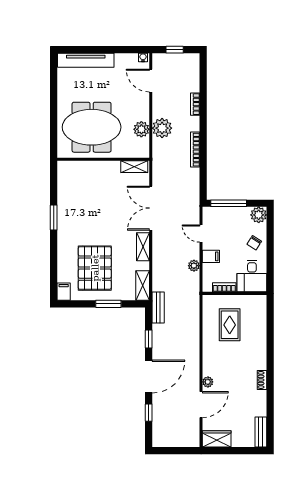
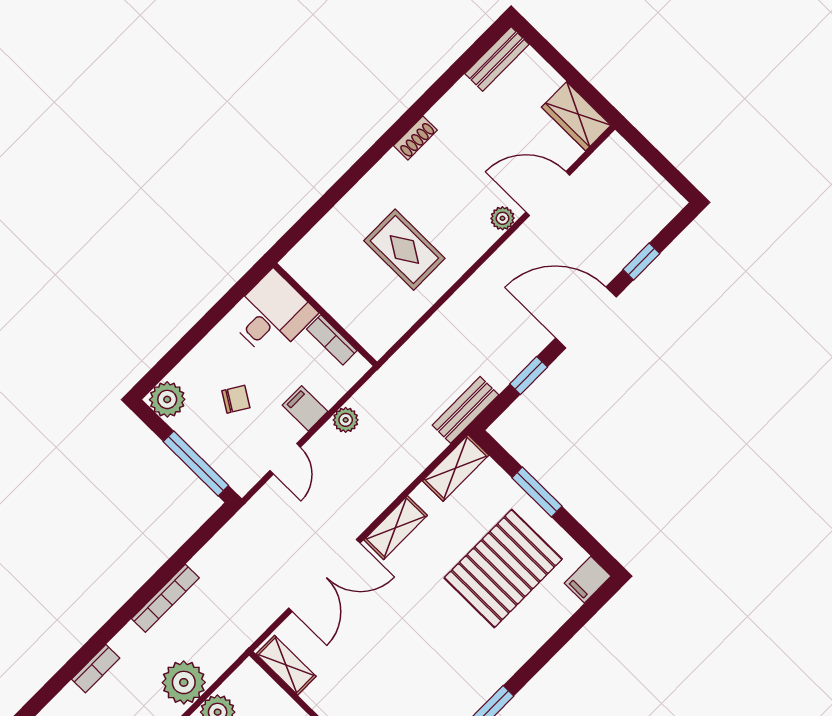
chair: (254, 243) -> (236, 399), moved
rug: (230, 325) -> (404, 250), moved, turned 90

